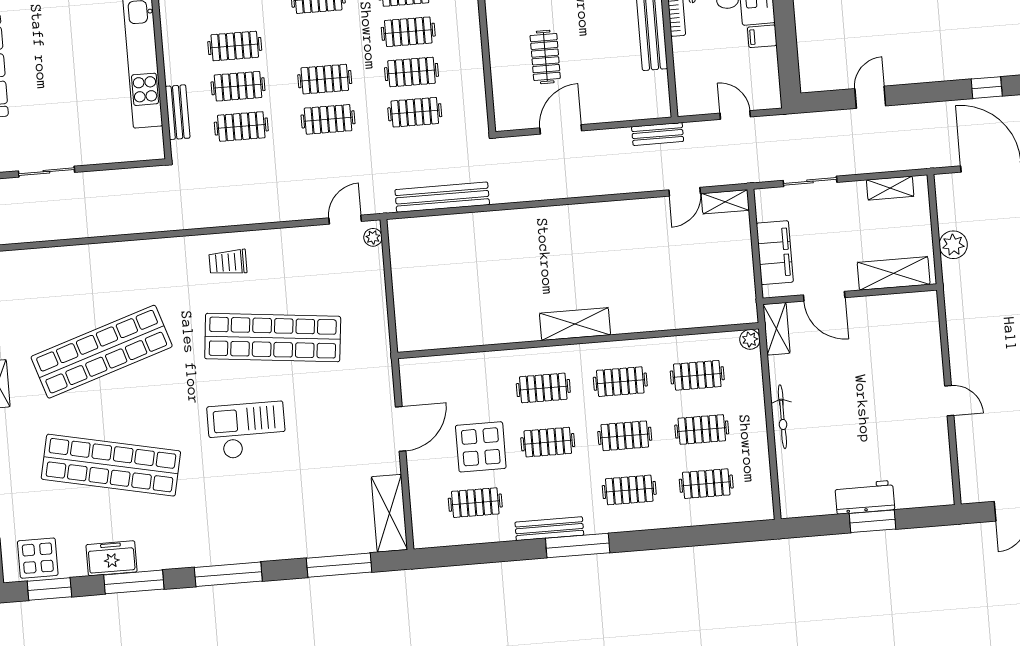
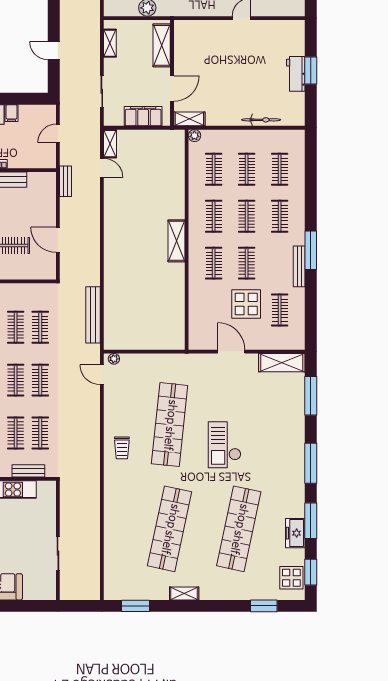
shop shelf: (102, 352) -> (170, 529), turned 30
bicycle: (782, 417) -> (261, 120), moved

